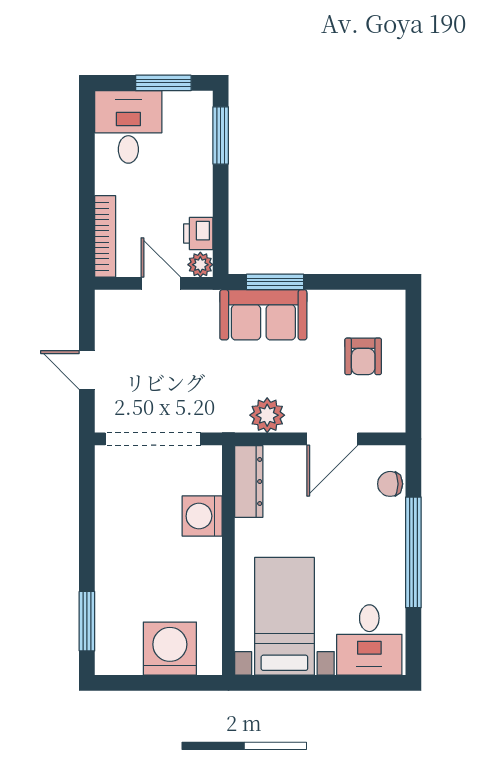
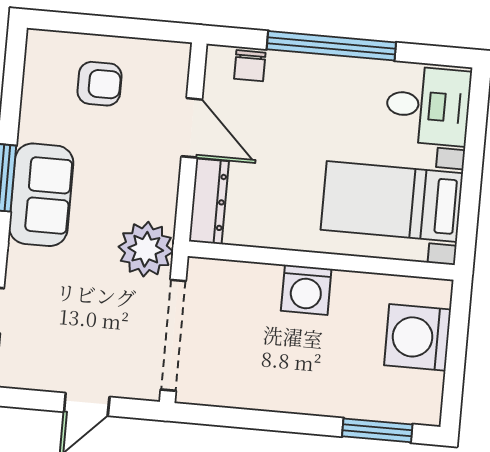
plant: (267, 415) -> (146, 249), moved, width x1.36, depth x1.36
dresser: (249, 482) -> (209, 201), moved, turned 90
washing machine: (202, 516) -> (306, 290), moved

